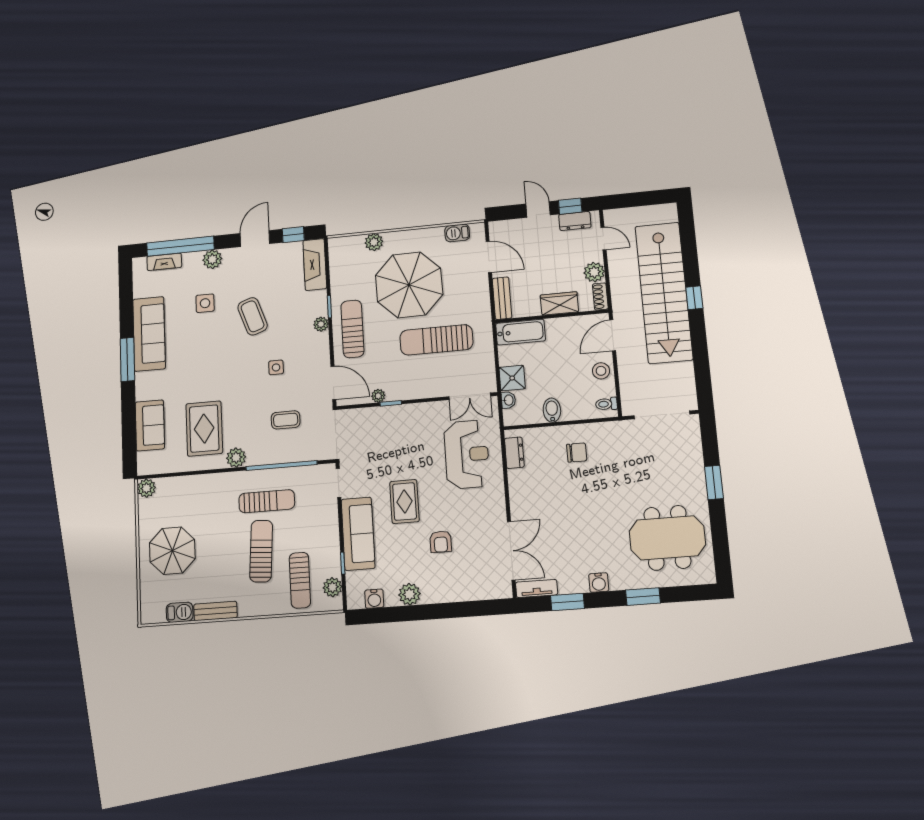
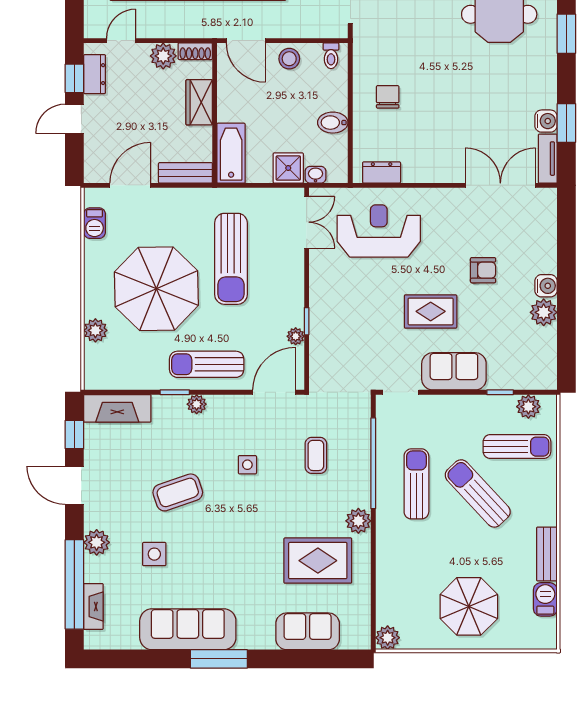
sofa: (358, 534) -> (454, 371), width x0.73
sun lounger: (261, 551) -> (478, 493), turned 43
water cooler: (599, 582) -> (546, 121), moved
water cooler: (374, 599) -> (546, 286), moved

